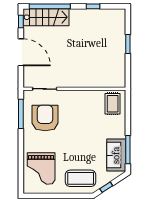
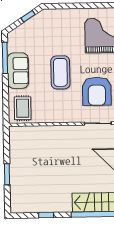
sofa: (116, 155) -> (18, 71), moved
coffee table: (81, 178) -> (60, 72), moved, turned 90

